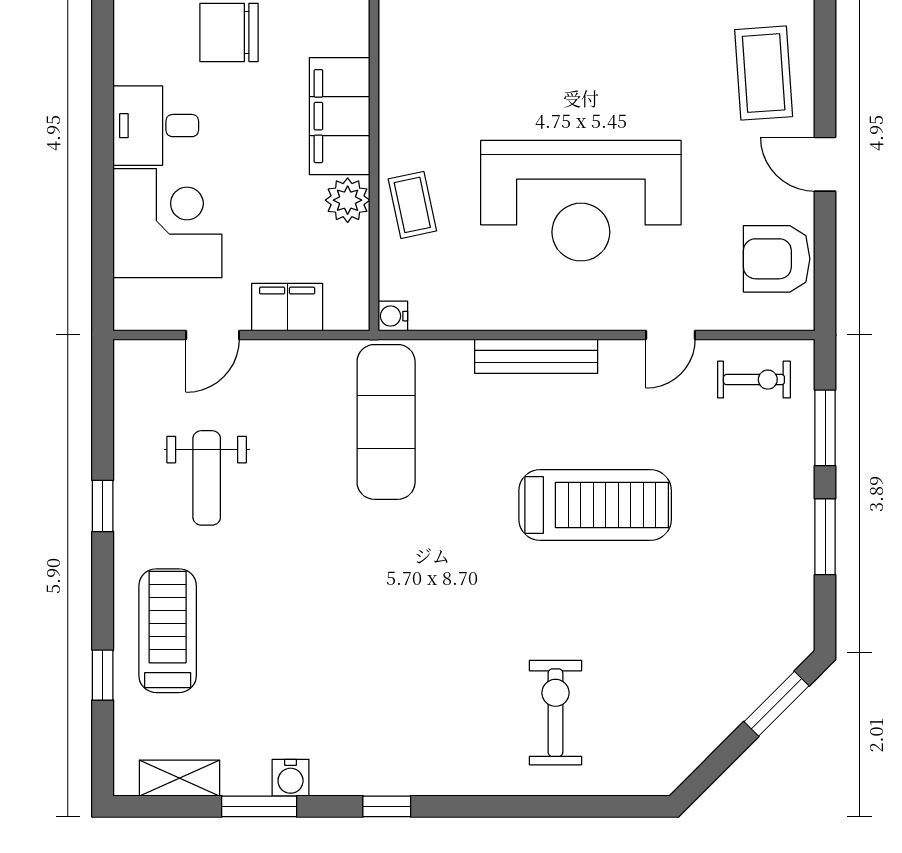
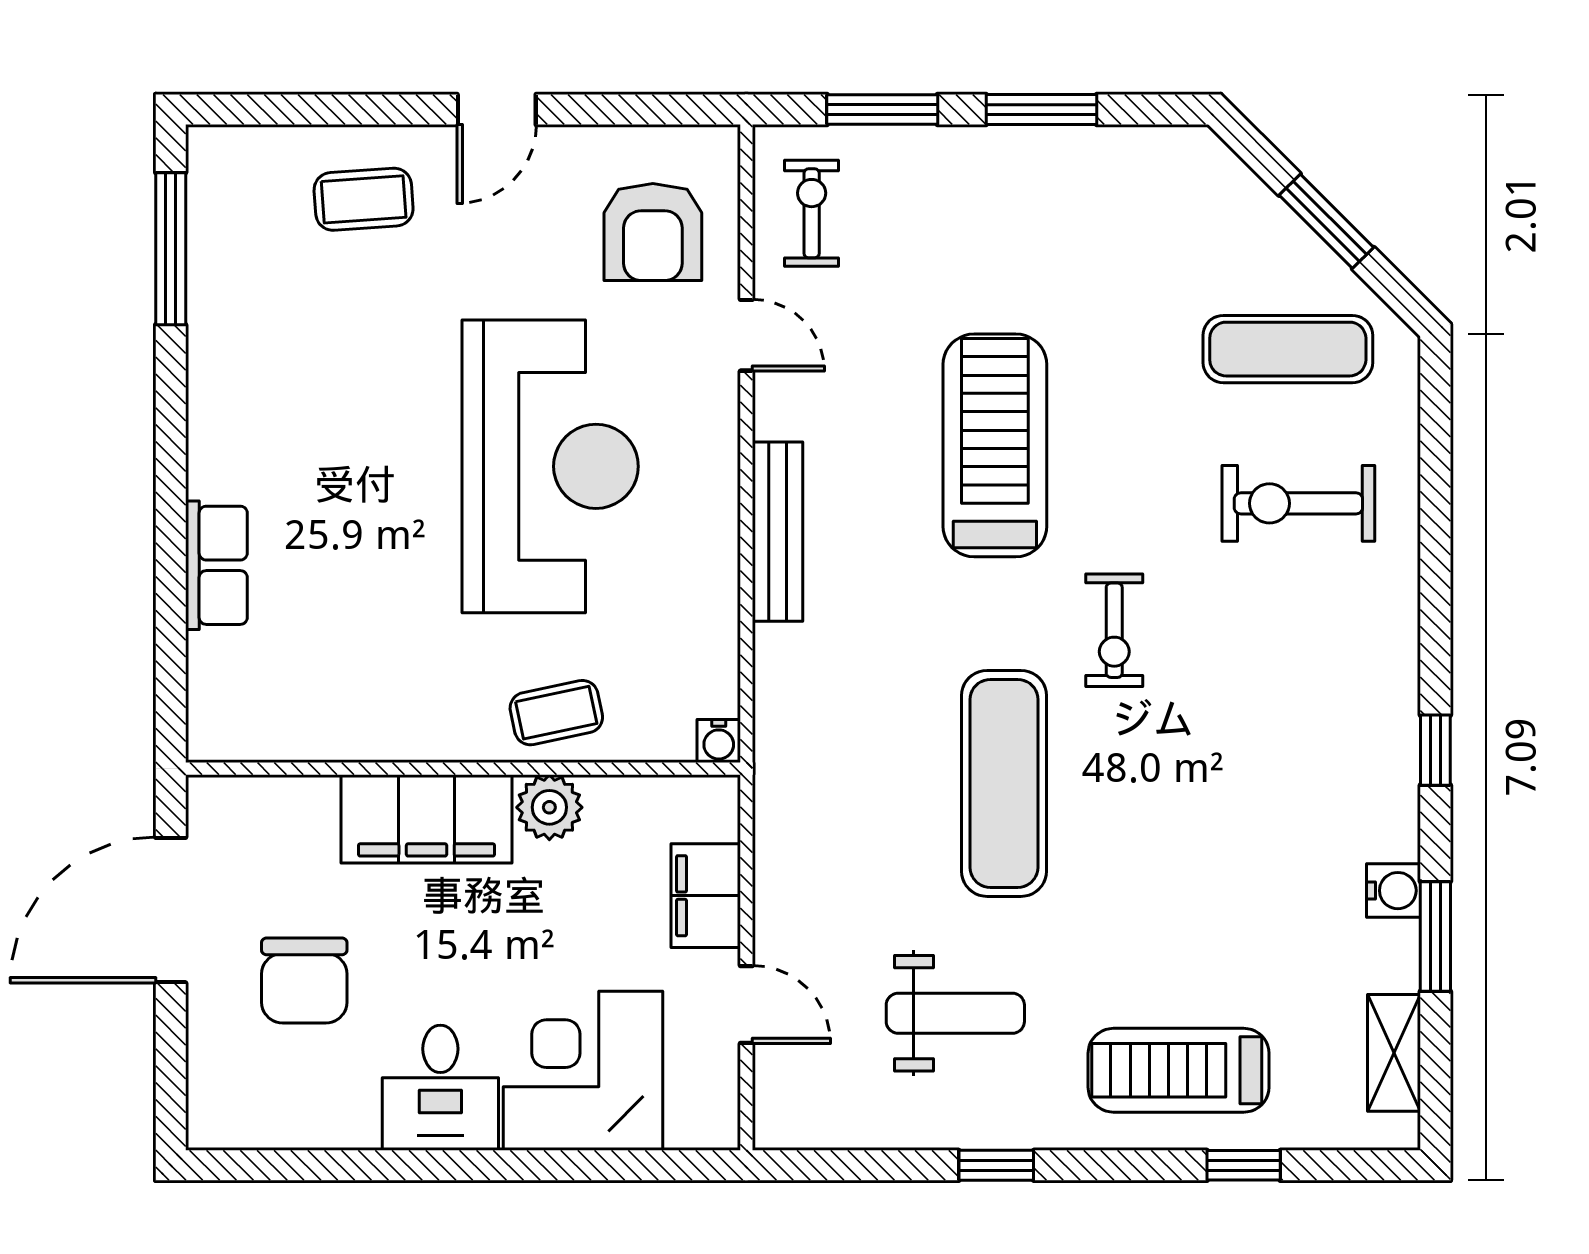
coffee table: (764, 73) -> (364, 199), width x0.73, depth x0.77
armchair: (777, 259) -> (653, 232), moved
exercise mat: (386, 422) -> (1004, 783), moved, turned 90
exercise bike: (469, 587) -> (1114, 630), added
window: (777, 704) -> (1326, 221), moved
exercise mat: (661, 705) -> (1288, 349), added

